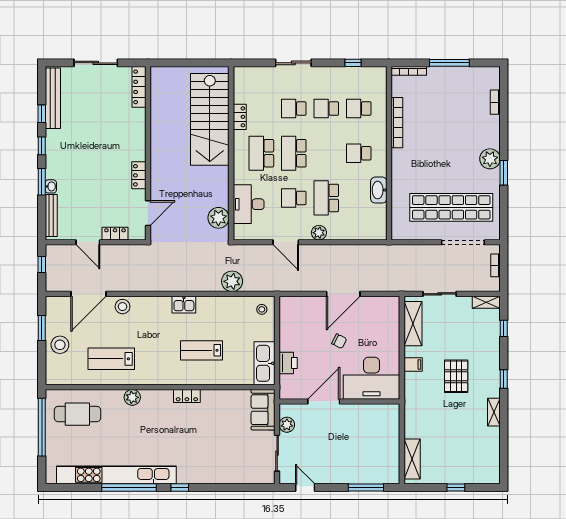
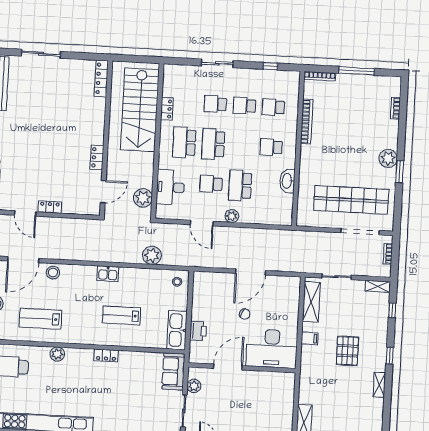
locker: (139, 87) -> (101, 79), moved
wall: (148, 153) -> (106, 138), moved
locker: (139, 175) -> (97, 157), moved
door: (148, 213) -> (103, 192), moved

